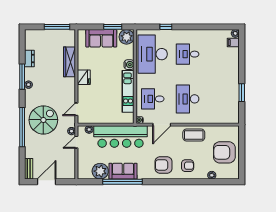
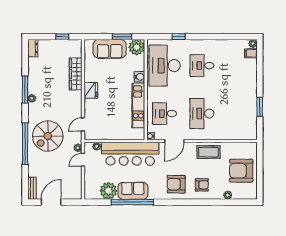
window: (57, 27) -> (62, 37), width x0.46
dresser: (29, 58) -> (33, 48), moved
spiral stairs: (43, 120) -> (48, 136), turned 180

